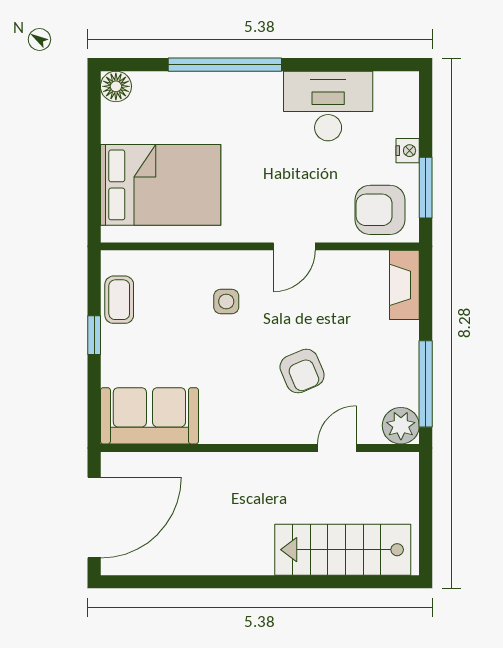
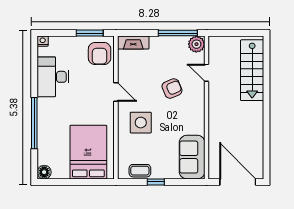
nightstand: (408, 151) -> (43, 41), moved
side table: (226, 302) -> (141, 123), width x1.87, depth x1.87

